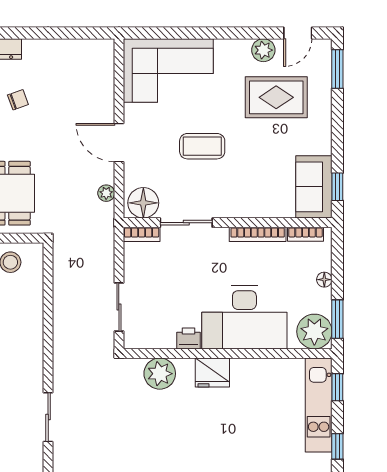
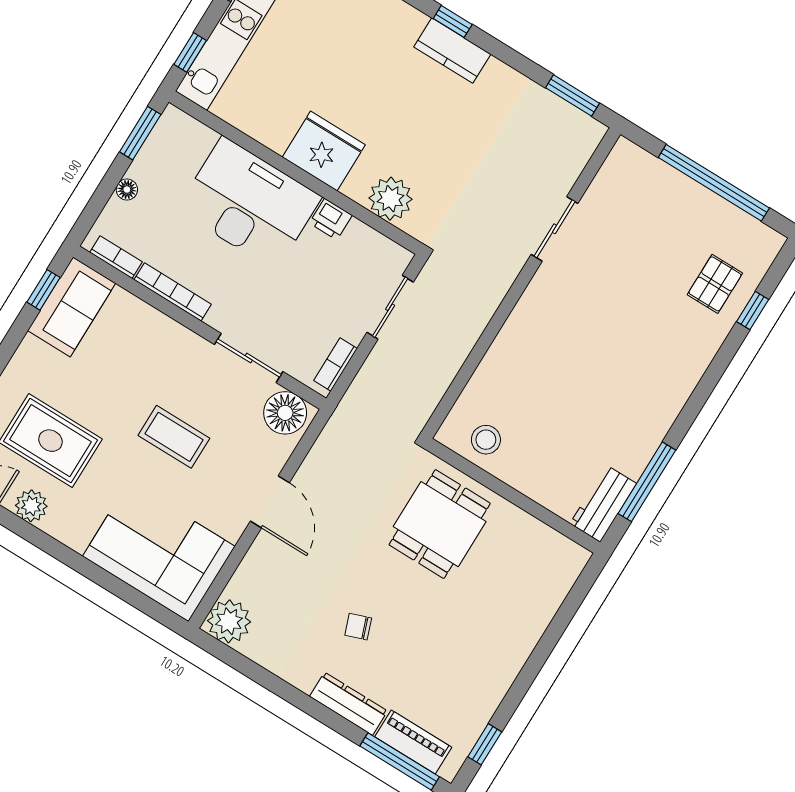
plant: (106, 193) -> (229, 621), moved, width x1.88, depth x1.88
bookcase: (142, 234) -> (336, 365), moved, turned -90
plant: (314, 332) -> (177, 135), removed
fridge: (212, 373) -> (324, 151), width x1.36, depth x1.34

